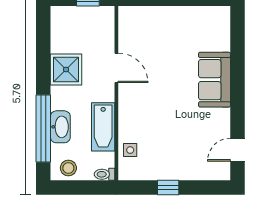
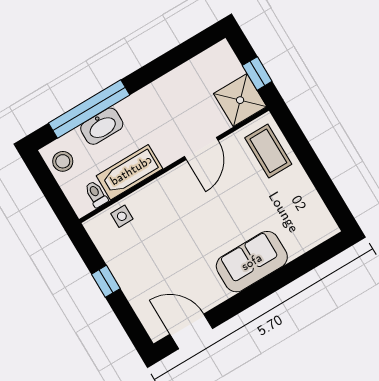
coffee table: (145, 23) -> (268, 151), added
shower: (66, 70) -> (240, 100), moved
door: (237, 150) -> (191, 331), width x1.38
toilet: (104, 174) -> (96, 194), moved

